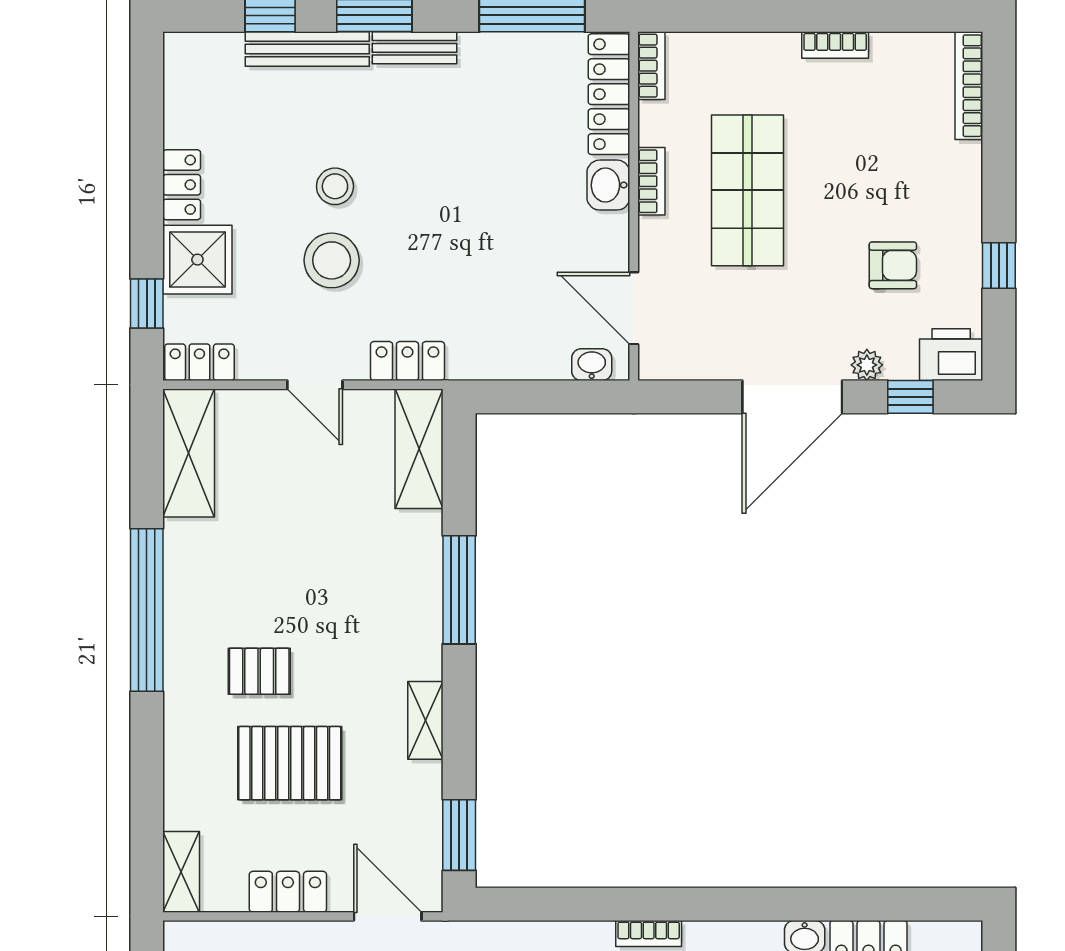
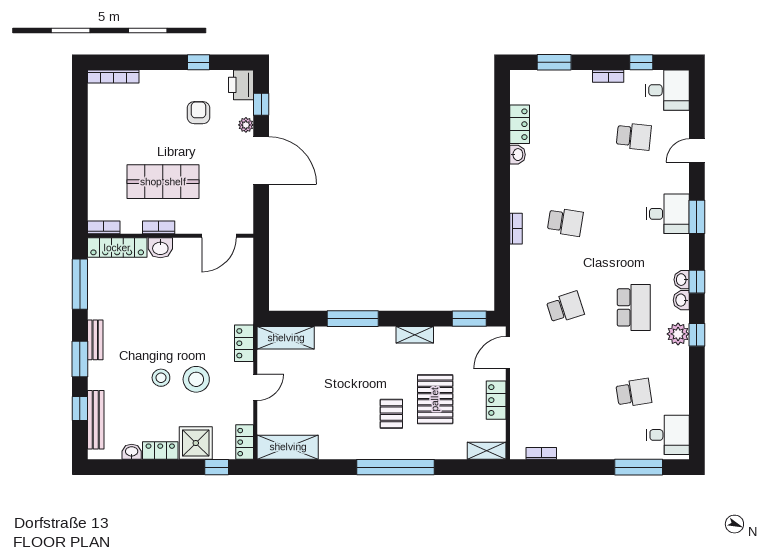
bookcase: (835, 45) -> (94, 140), removed
bench: (307, 49) -> (96, 420), moved
washbasin: (592, 365) -> (132, 452), moved, turned 90
window: (147, 610) -> (395, 467), moved

